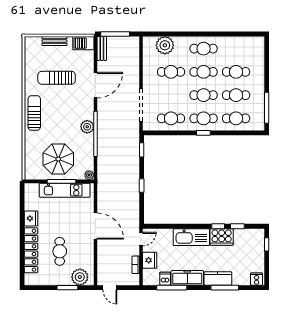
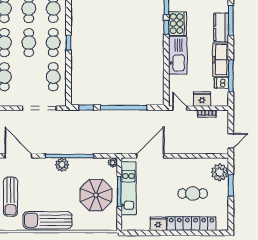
sun lounger: (34, 113) -> (48, 220), width x1.36, depth x1.34
window: (142, 185) -> (124, 108), width x3.17
door: (95, 226) -> (150, 156), moved

